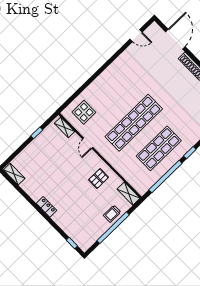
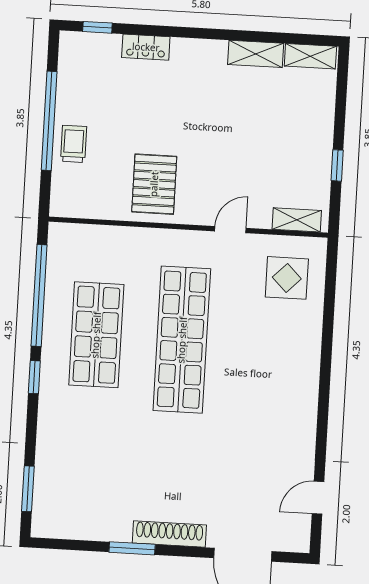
door: (88, 143) -> (230, 230), hinge flipped
pallet: (98, 179) -> (154, 184), width x1.50, depth x1.42
shelving: (129, 194) -> (256, 54), moved
locker: (46, 207) -> (146, 47), moved

